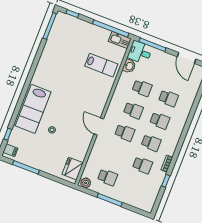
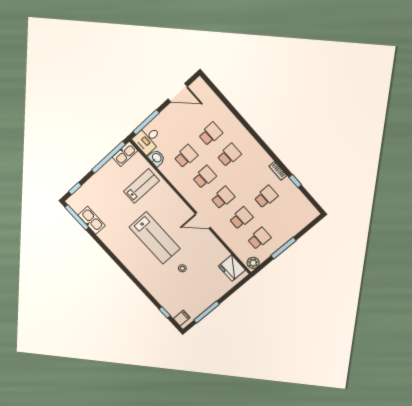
kitchen sink: (53, 39) -> (92, 220), added
lab bench: (33, 109) -> (155, 238), moved
school desk: (151, 143) -> (241, 218), moved

